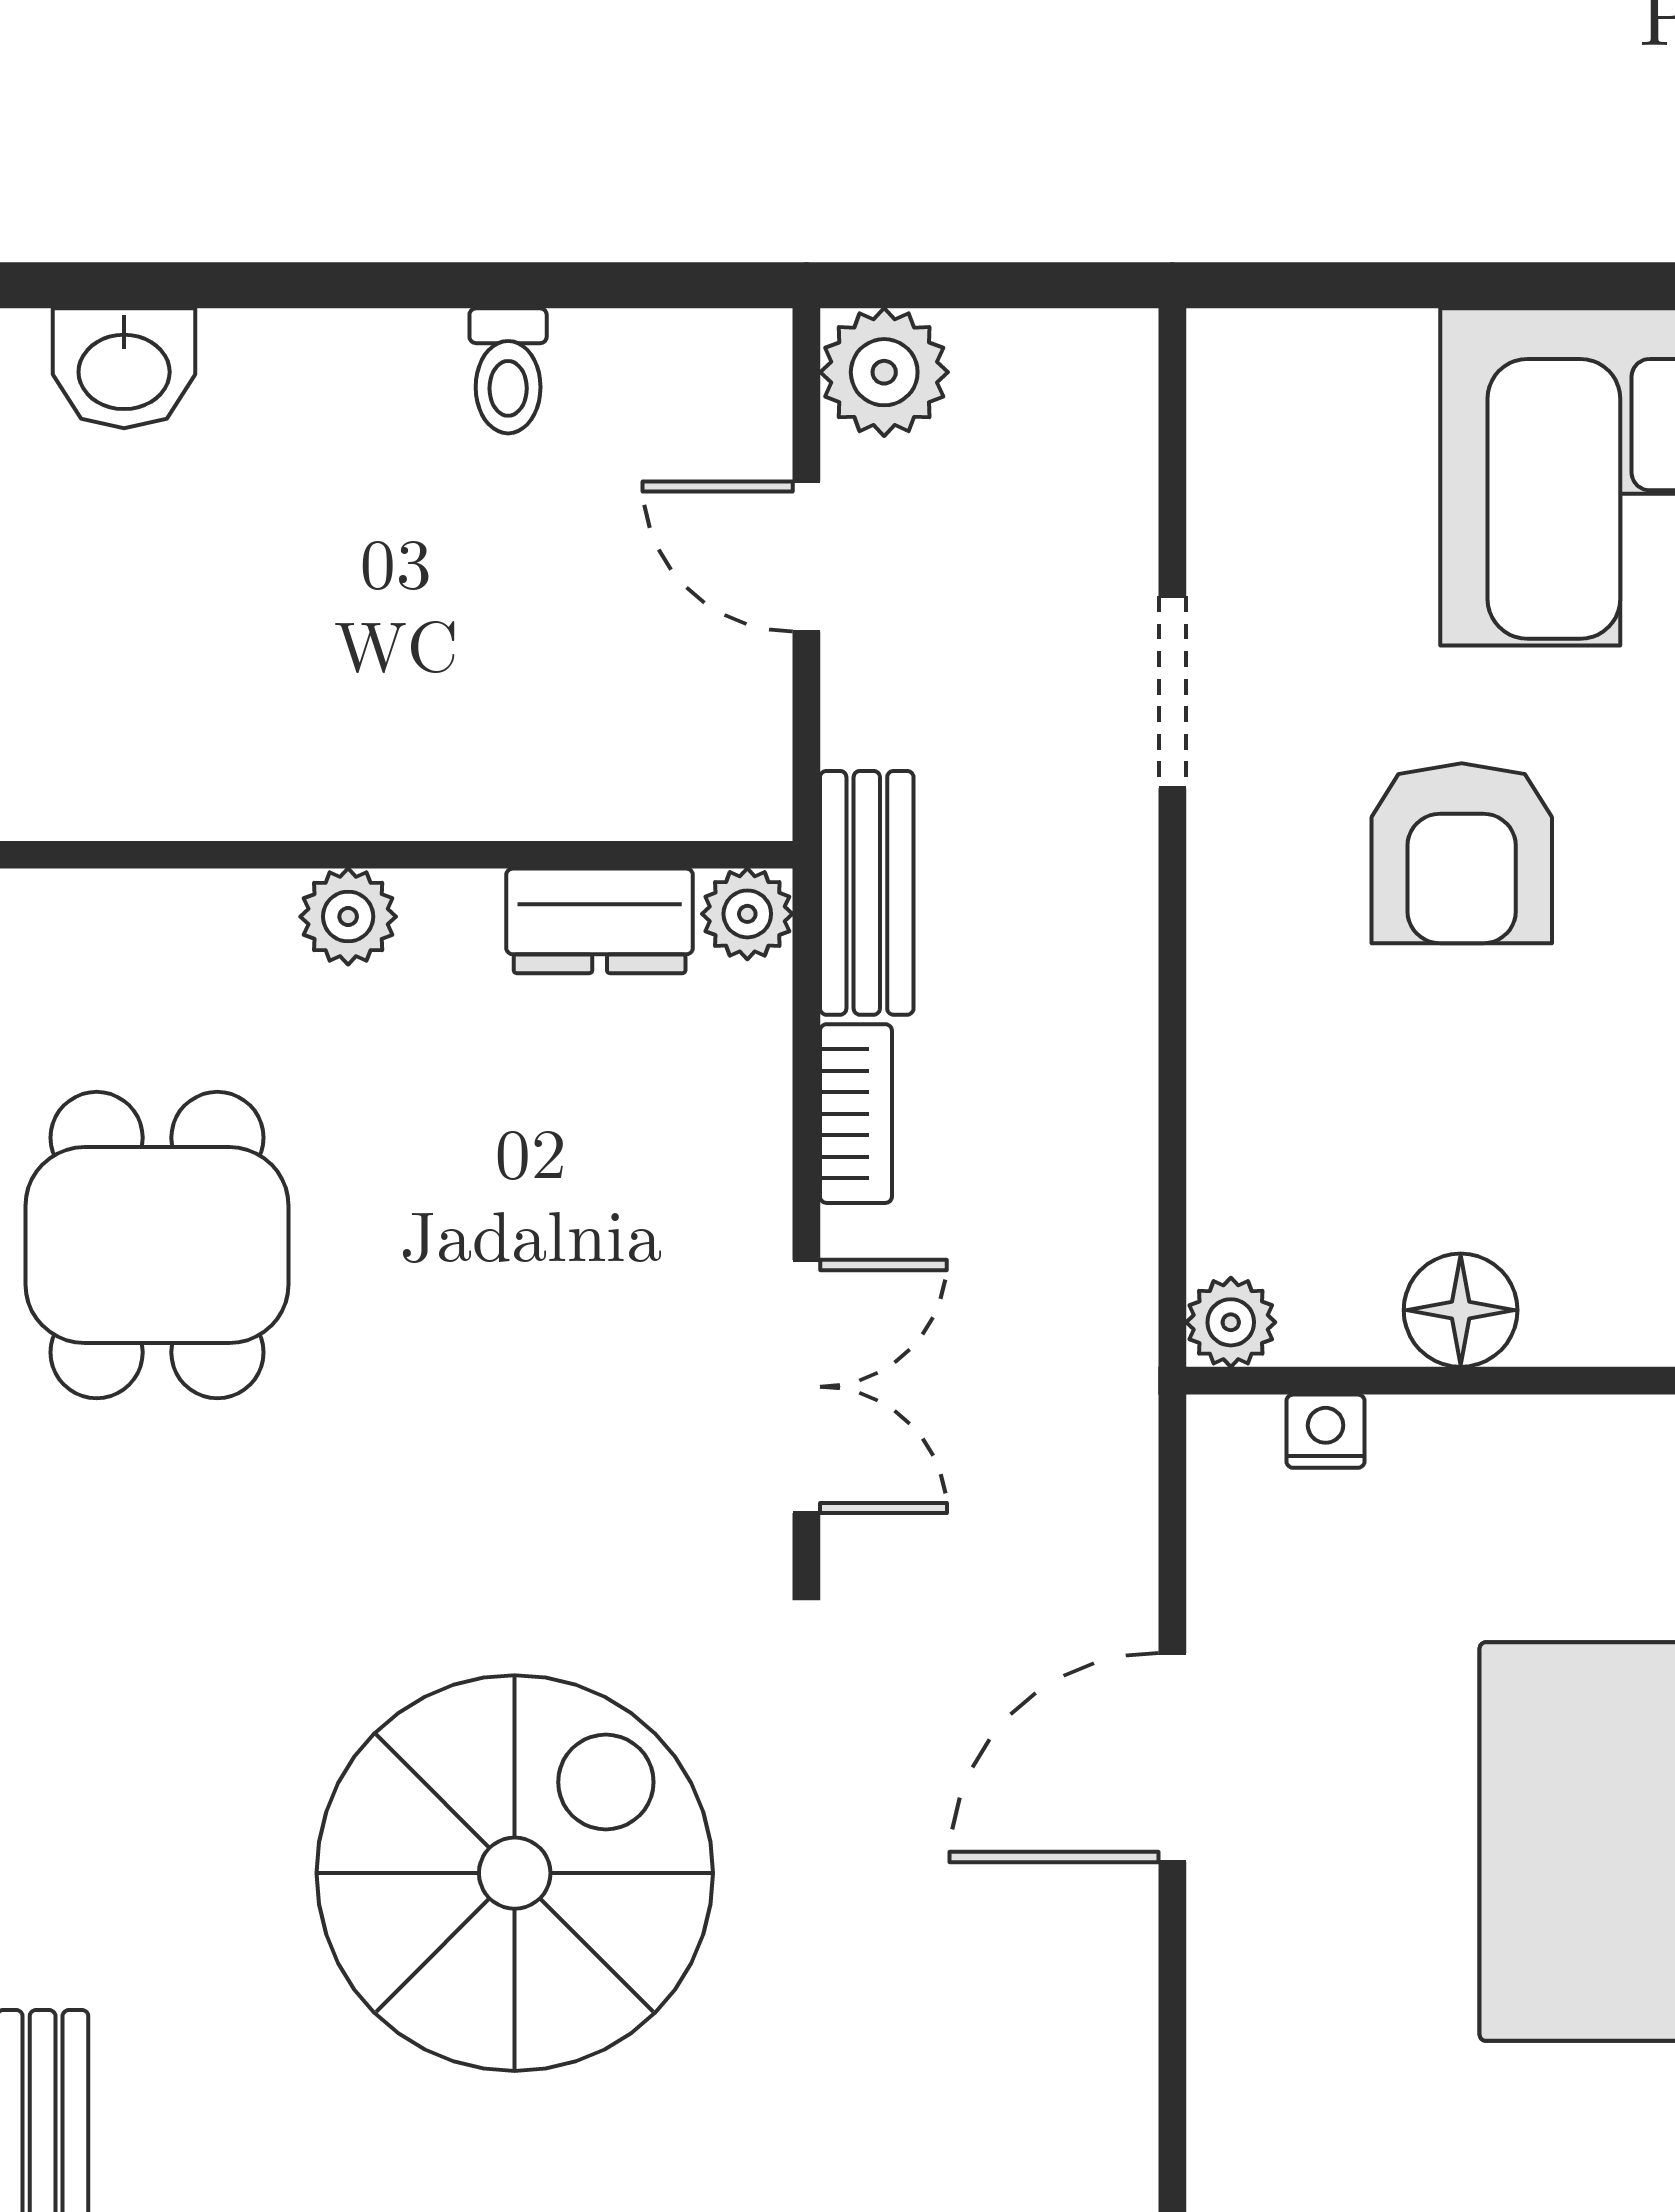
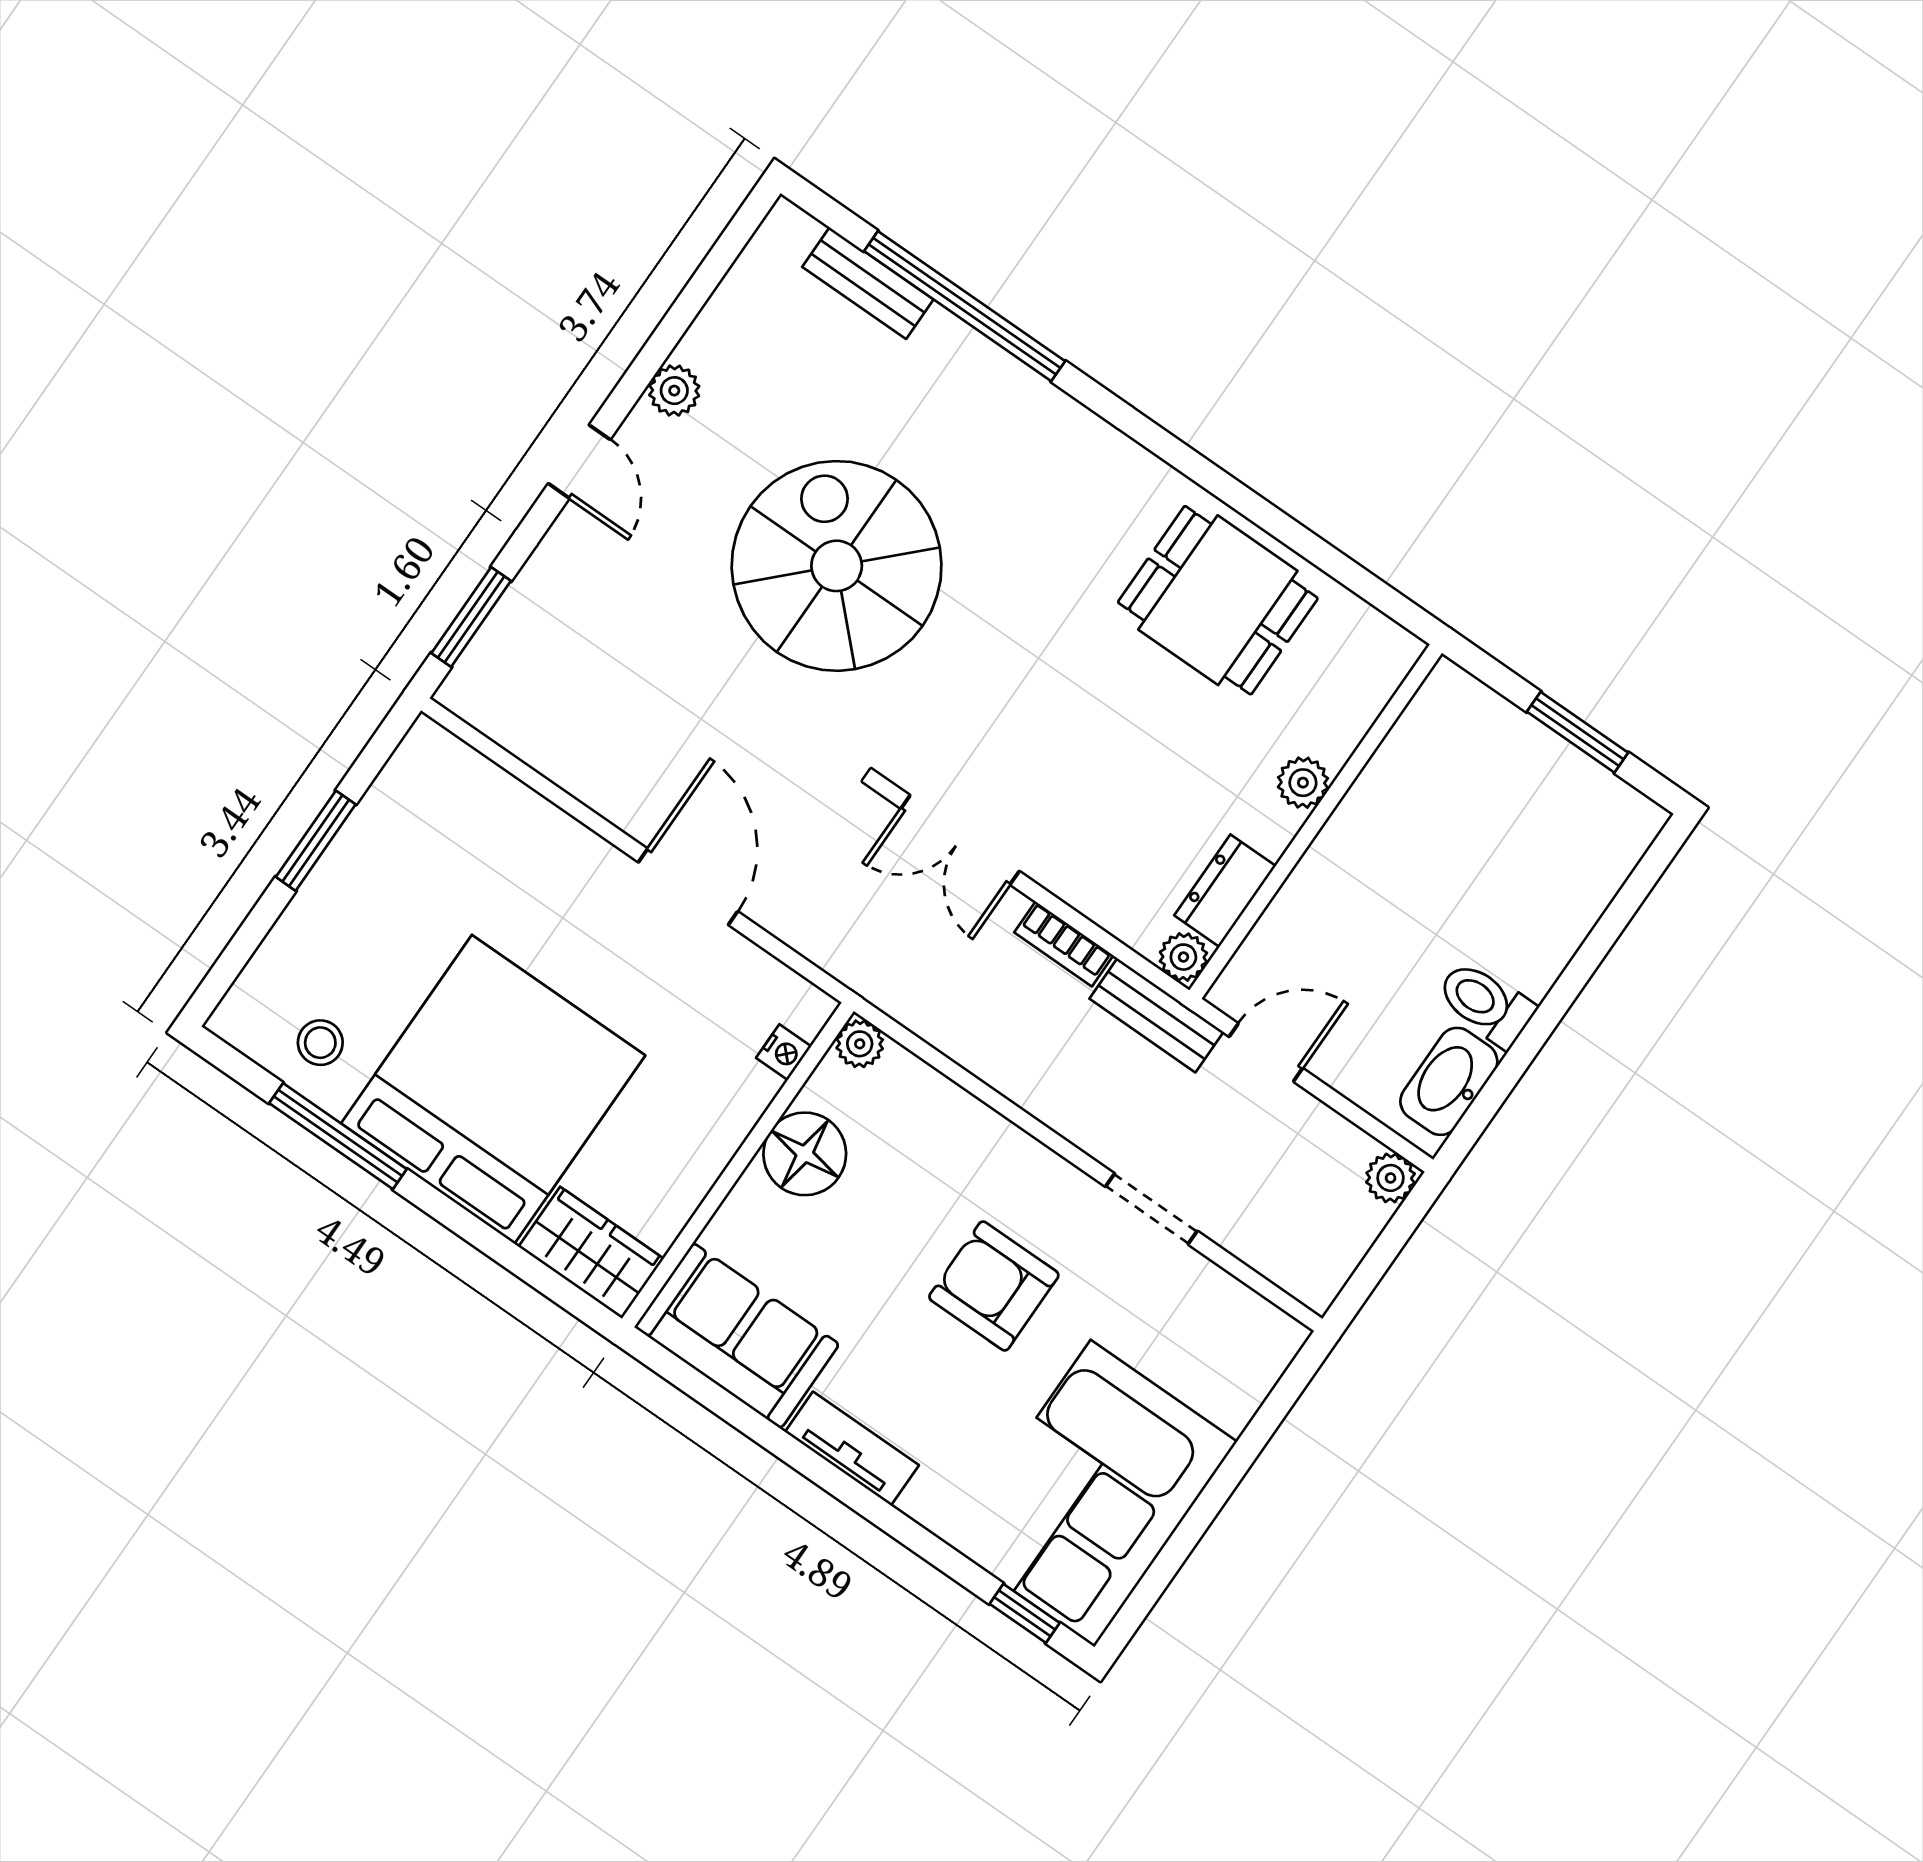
washbasin: (124, 368) -> (1449, 1081), moved, width x1.38
toilet: (508, 371) -> (1486, 1004), width x1.37, depth x1.39
plant: (884, 372) -> (1391, 1178), width x0.73, depth x0.73
door: (806, 556) -> (1266, 1052), moved
floor lamp: (1461, 1310) -> (805, 1154), width x1.38, depth x1.38
spiral stairs: (515, 1873) -> (837, 566), turned 180

